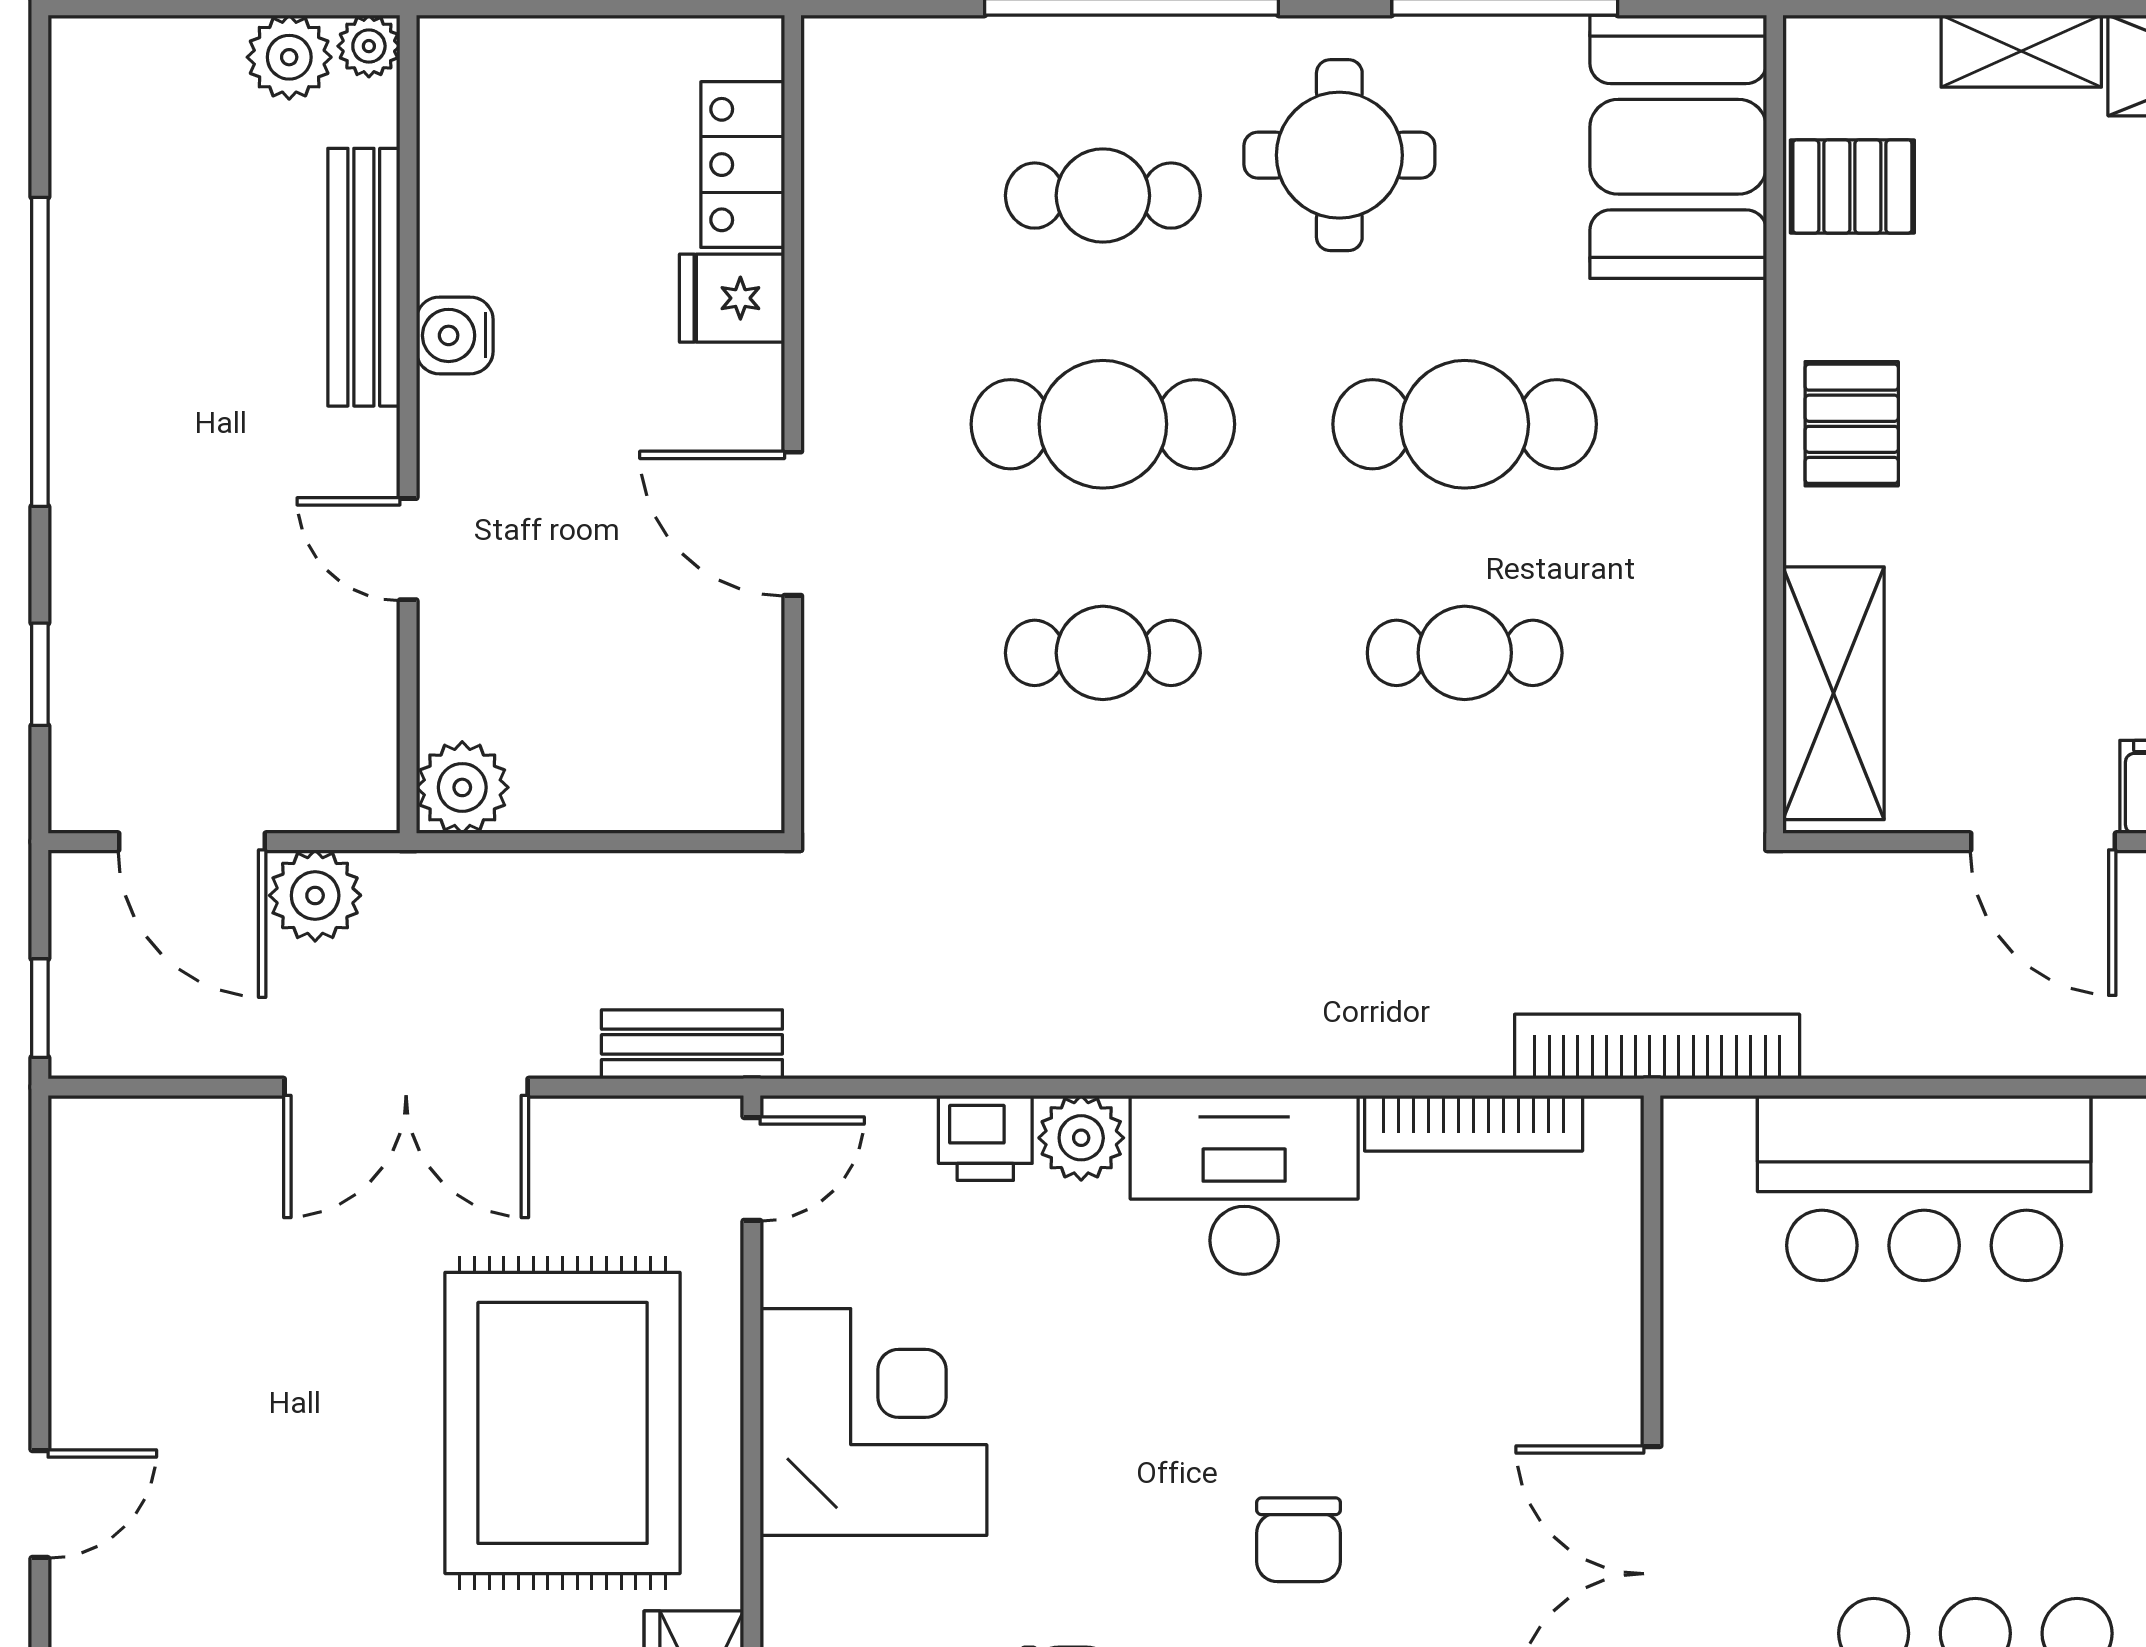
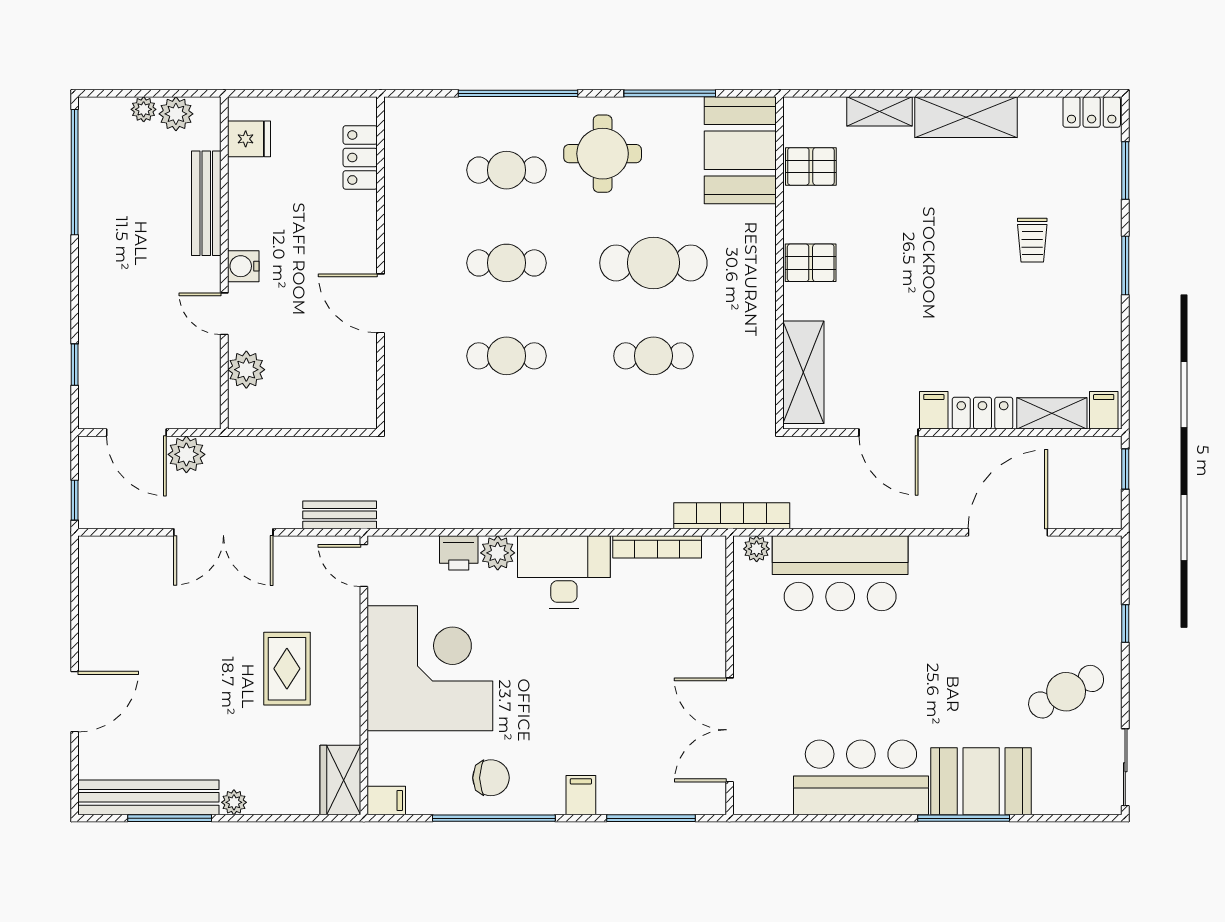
plant: (369, 46) -> (144, 109), moved
fridge: (732, 298) -> (249, 139), moved, turned 180
water cooler: (455, 335) -> (243, 266), moved
window: (40, 352) -> (75, 172), moved
cafe table: (1103, 424) -> (506, 263), width x0.73, depth x0.74
pallet: (1852, 424) -> (811, 263), turned 90
plant: (462, 787) -> (246, 370), moved
plant: (1718, 1128) -> (757, 549), added
door: (752, 1169) -> (364, 566), swing flipped
corner desk: (873, 1422) -> (430, 668), width x1.36, depth x1.36
rug: (563, 1423) -> (287, 669), width x0.54, depth x0.49
door: (40, 1504) -> (75, 702), width x1.37
chair: (1299, 1540) -> (586, 716), removed

